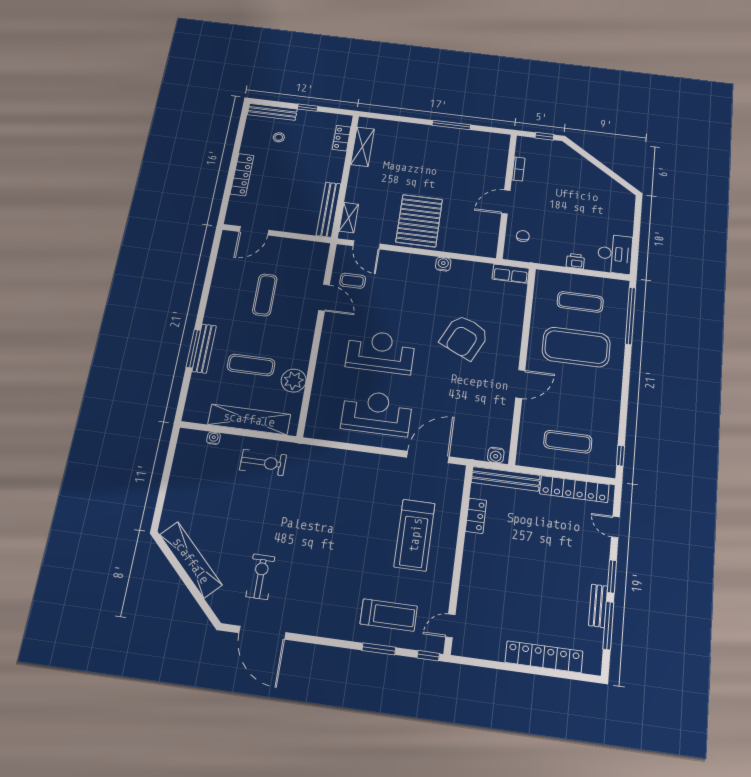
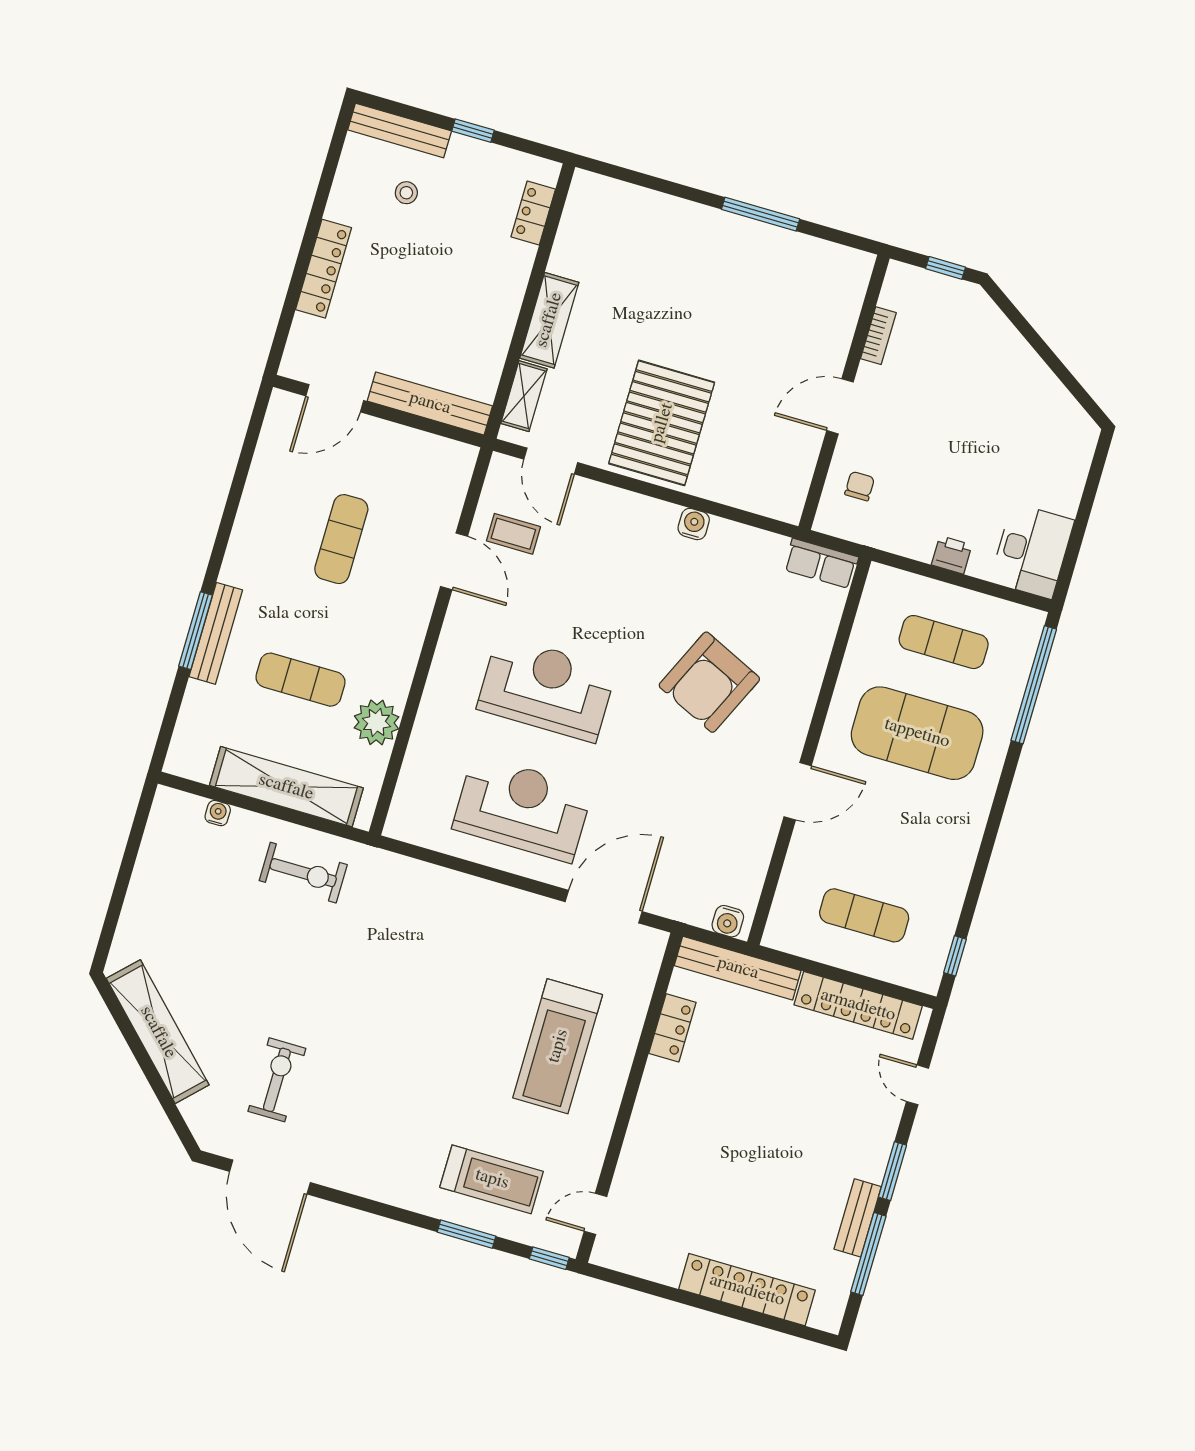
shelving: (363, 147) -> (549, 320), moved
bench: (329, 210) -> (430, 403), moved, turned 90

